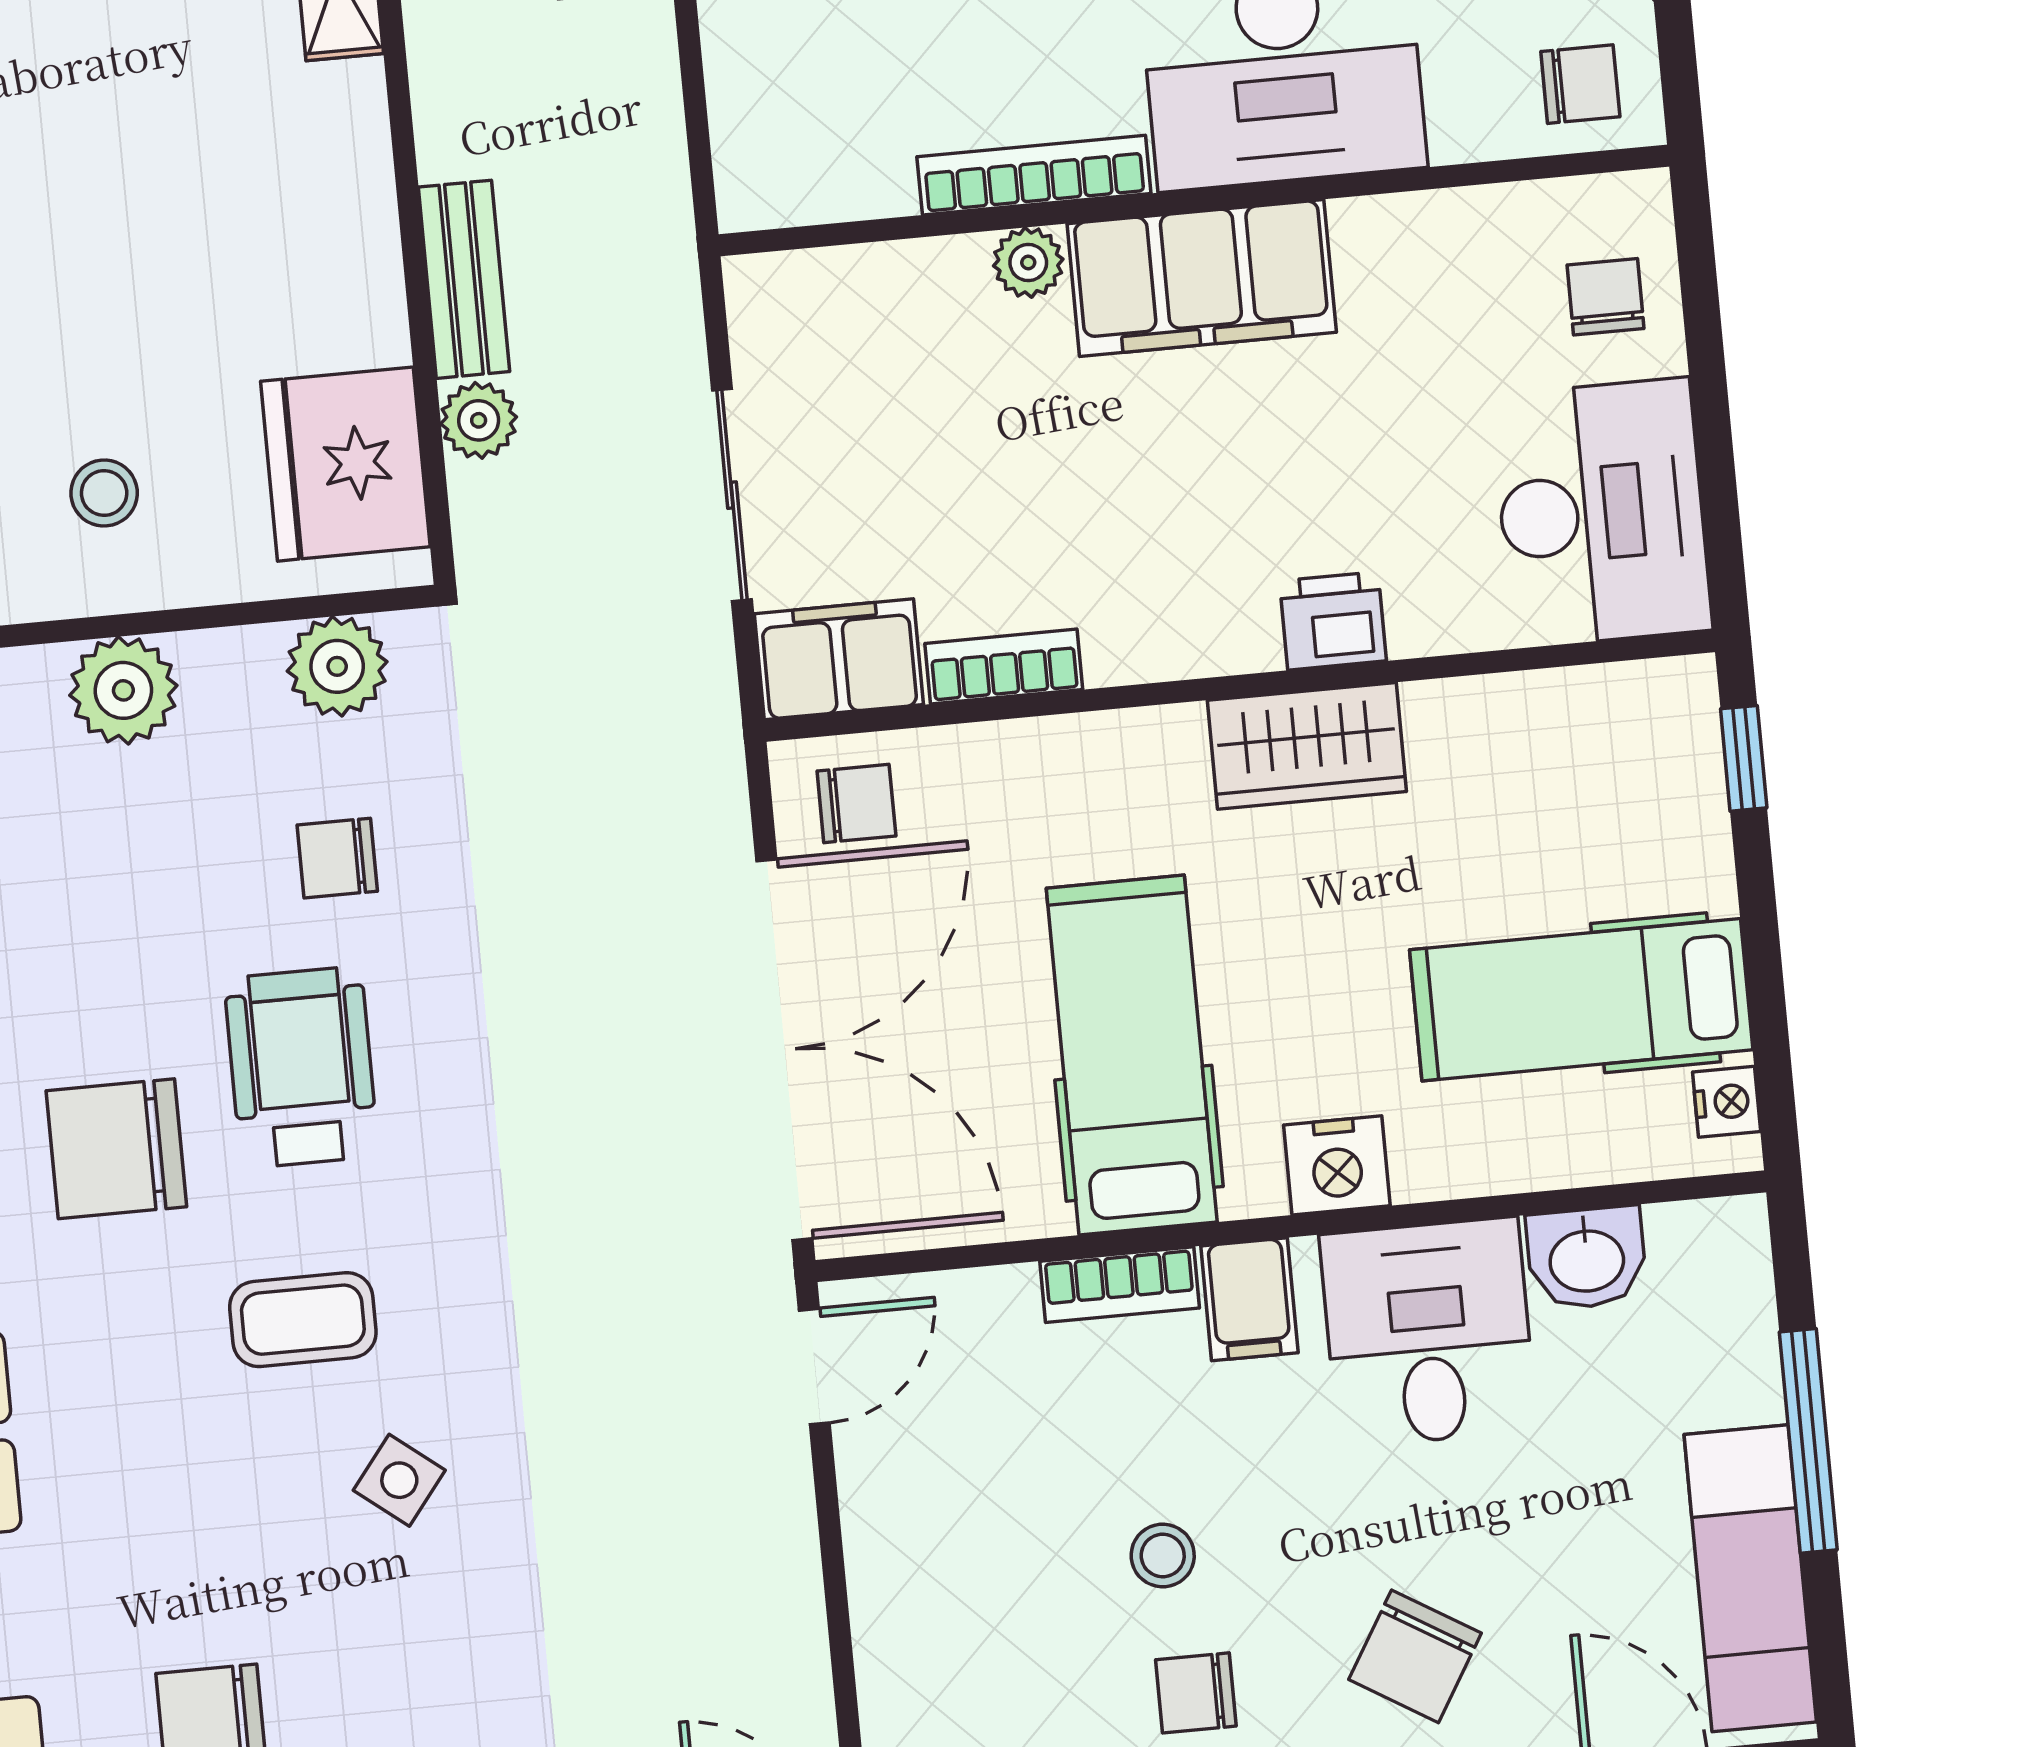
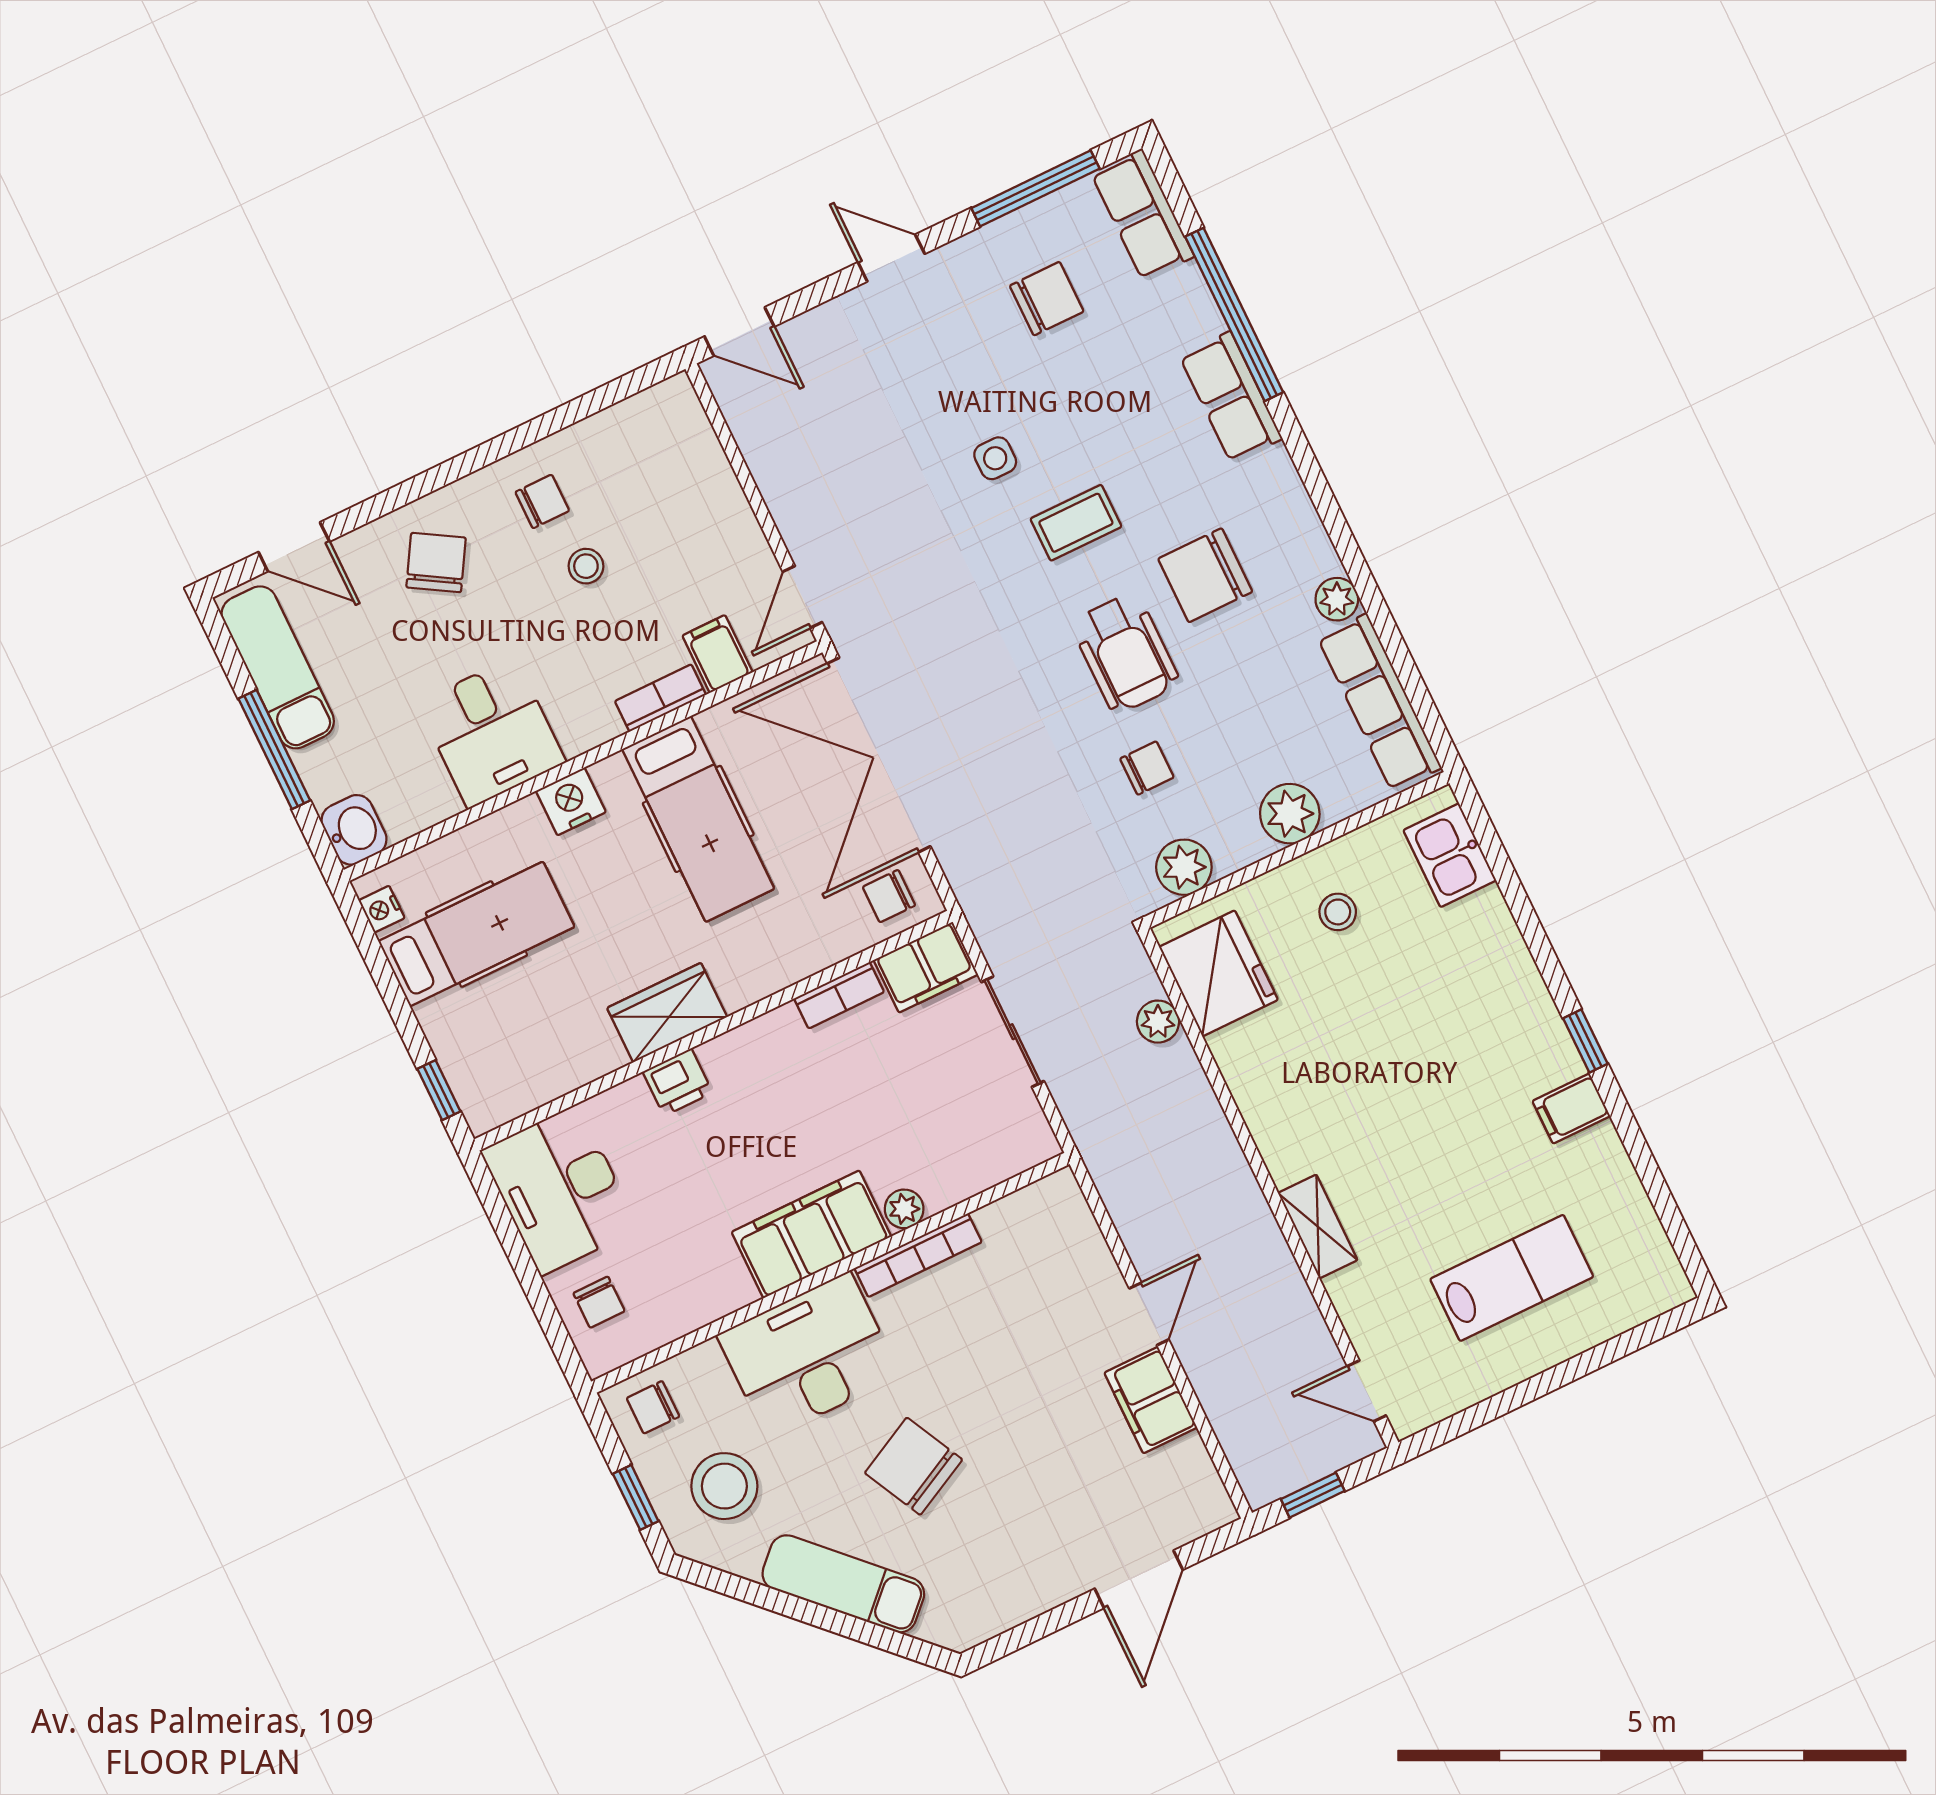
bench: (464, 279) -> (1193, 1092), removed
chair: (116, 1149) -> (1205, 575), turned 180
washbasin: (1587, 1258) -> (354, 830), moved, turned 90
filing cabinet: (1249, 1299) -> (717, 654), moved
side table: (399, 1480) -> (995, 458), turned -38

